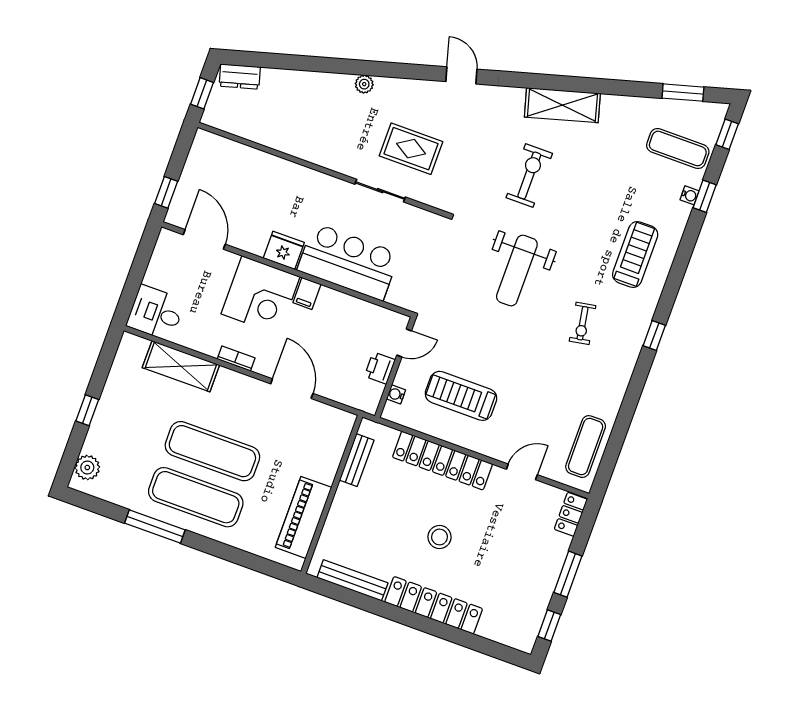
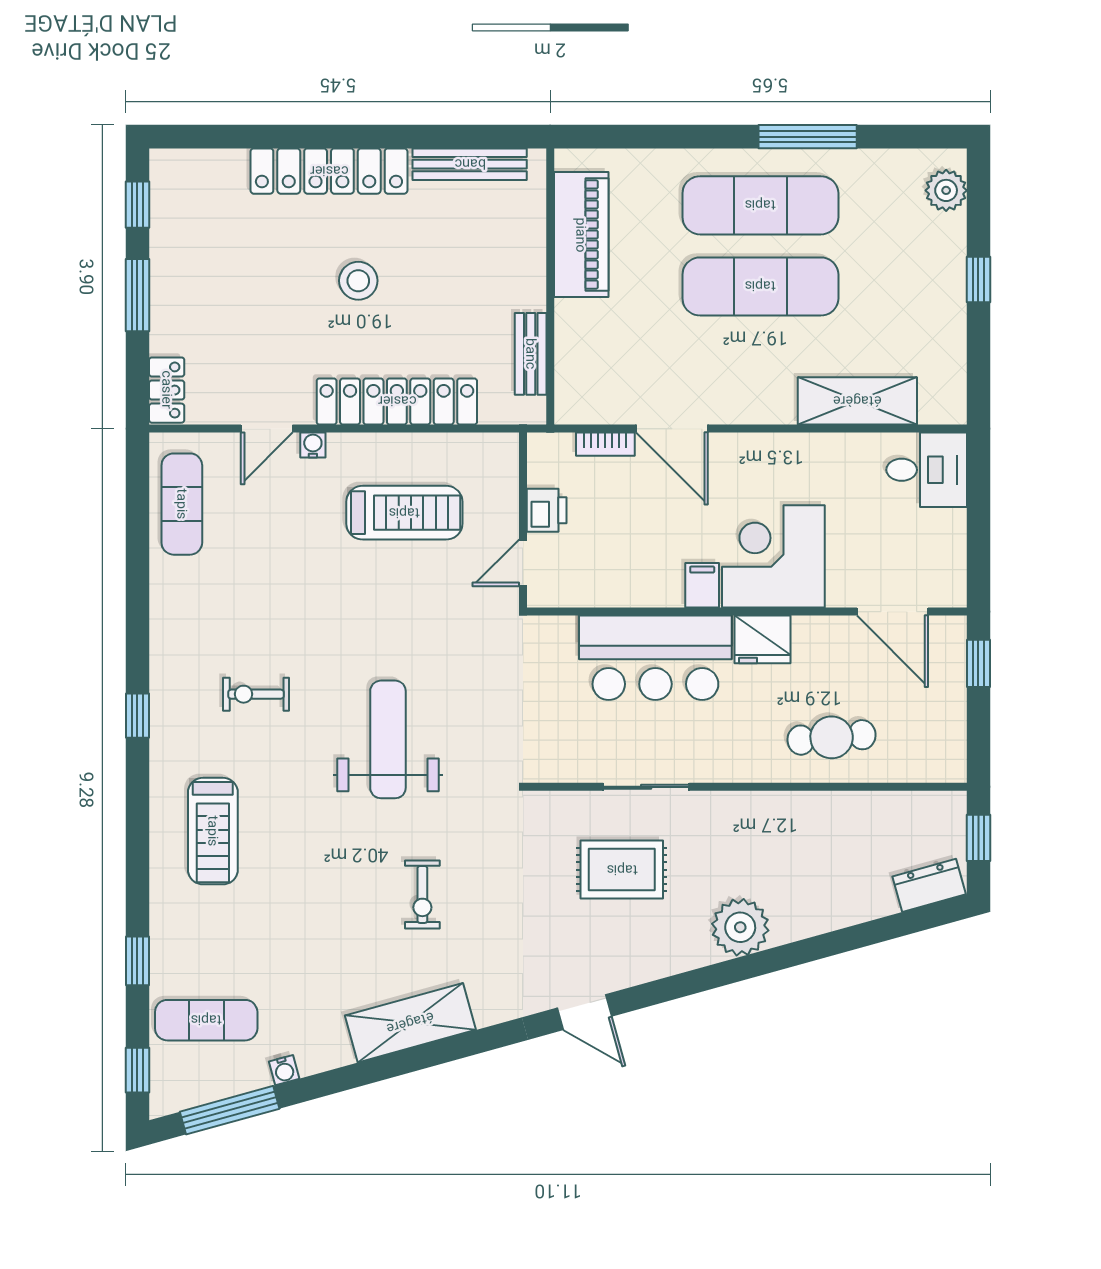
plant: (364, 84) -> (740, 927), width x1.88, depth x1.88
window: (683, 93) -> (230, 1110), width x1.44
exercise bike: (529, 175) -> (422, 894), width x0.73, depth x0.72
cafe table: (265, 181) -> (832, 737), added
water cooler: (689, 195) -> (284, 1070), moved, turned -105
exercise bike: (583, 323) -> (256, 694), turned -80
bookcase: (236, 358) -> (605, 444), moved
water cooler: (396, 394) -> (313, 445), moved, turned -90

